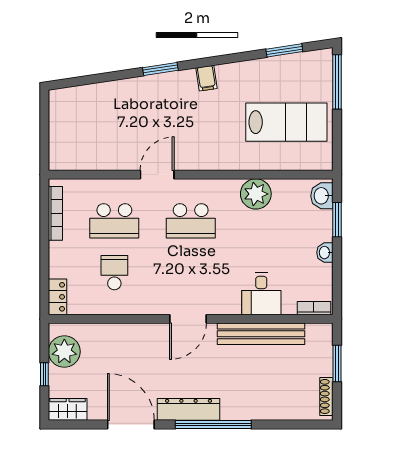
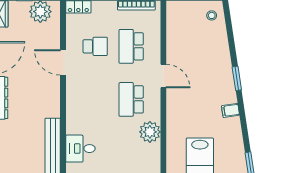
stool: (70, 105) -> (212, 15), added
plant: (256, 194) -> (150, 132), moved
door: (188, 319) -> (63, 62), moved

